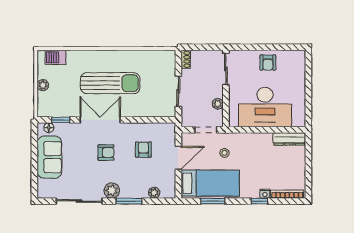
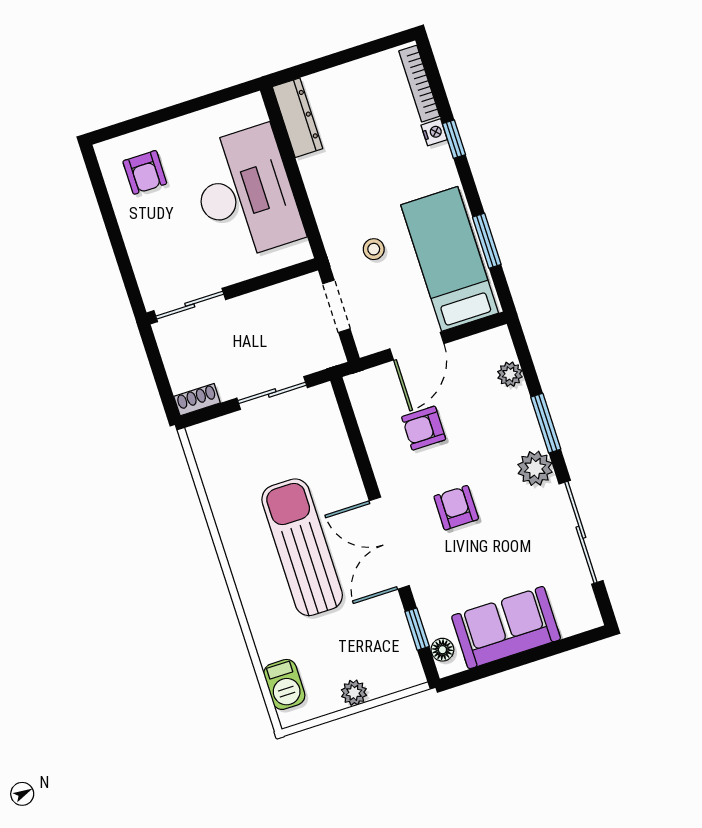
armchair: (268, 63) -> (145, 172), moved, turned 90
plant: (218, 104) -> (271, 298), removed
door: (178, 158) -> (417, 346), swing flipped

